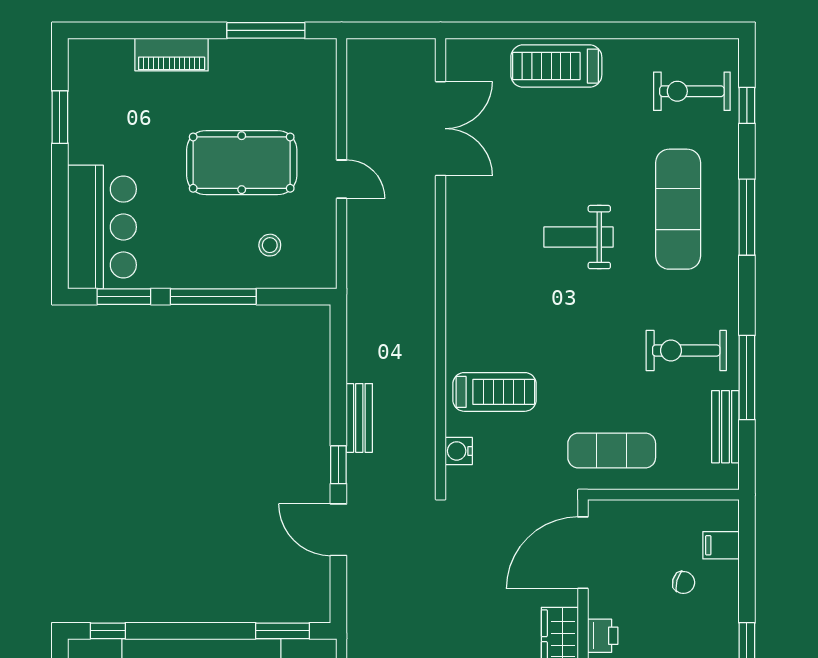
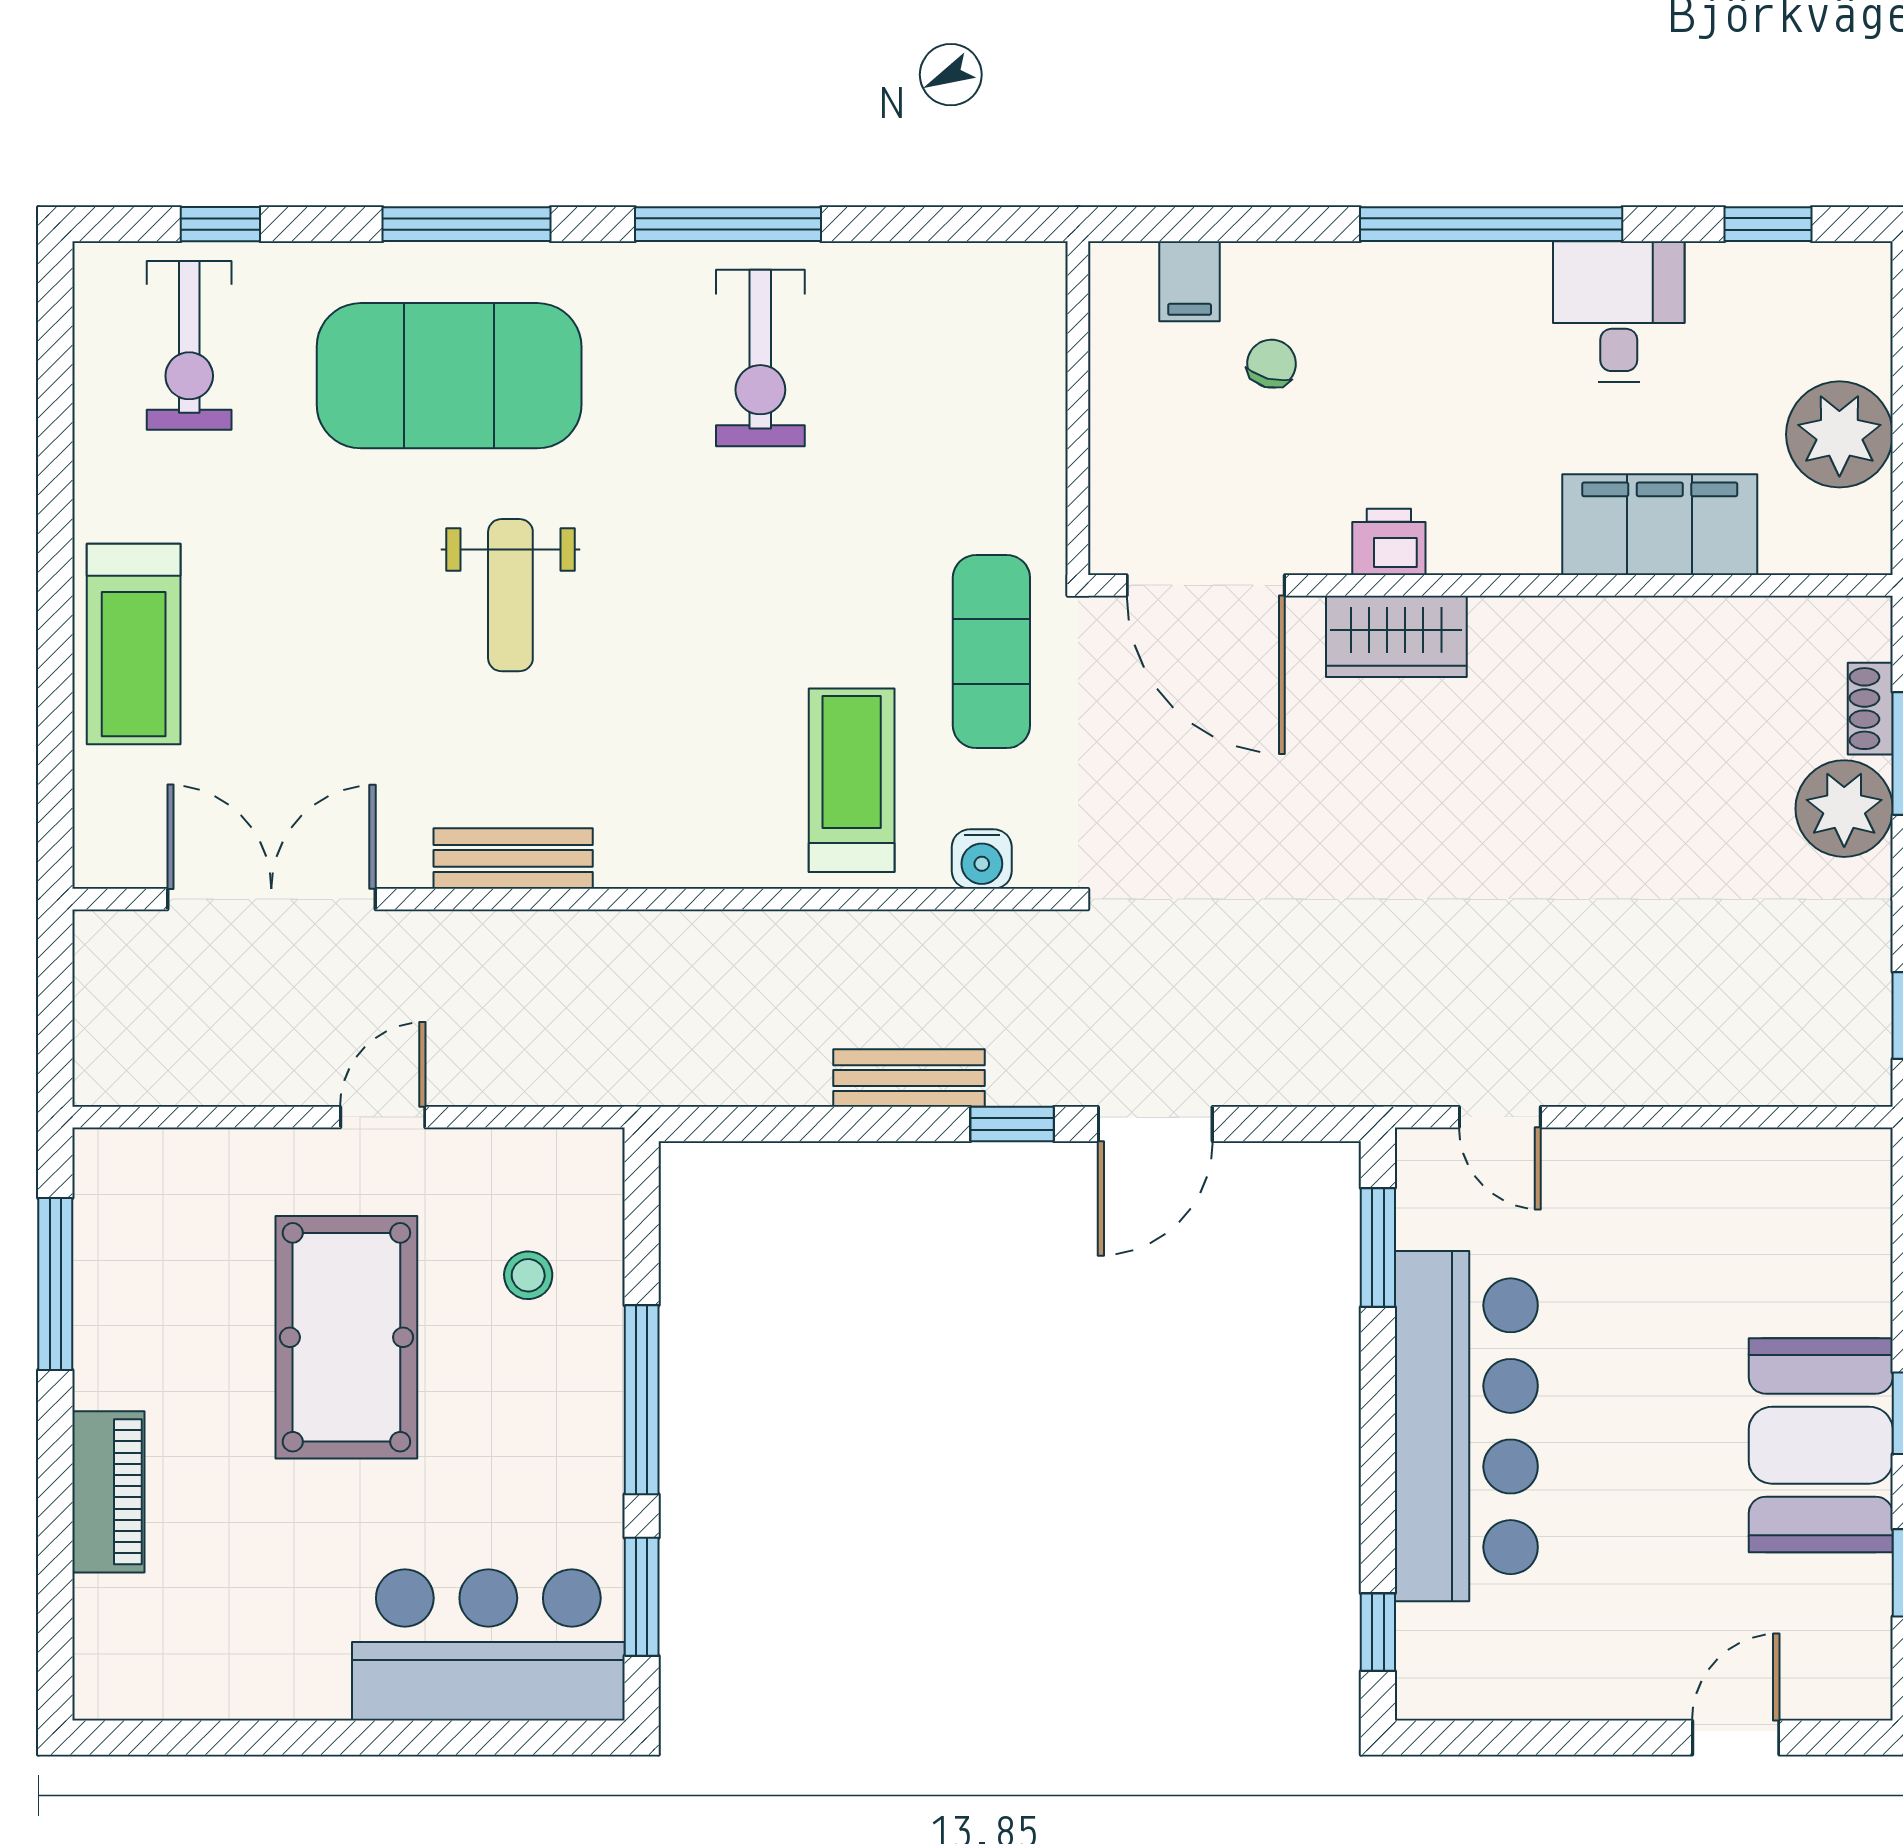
window: (60, 117) -> (246, 1738), removed
exercise mat: (678, 209) -> (449, 376), width x1.47
window: (747, 377) -> (728, 224), moved
bench: (725, 427) -> (513, 858), moved
exercise mat: (612, 451) -> (991, 652), moved

